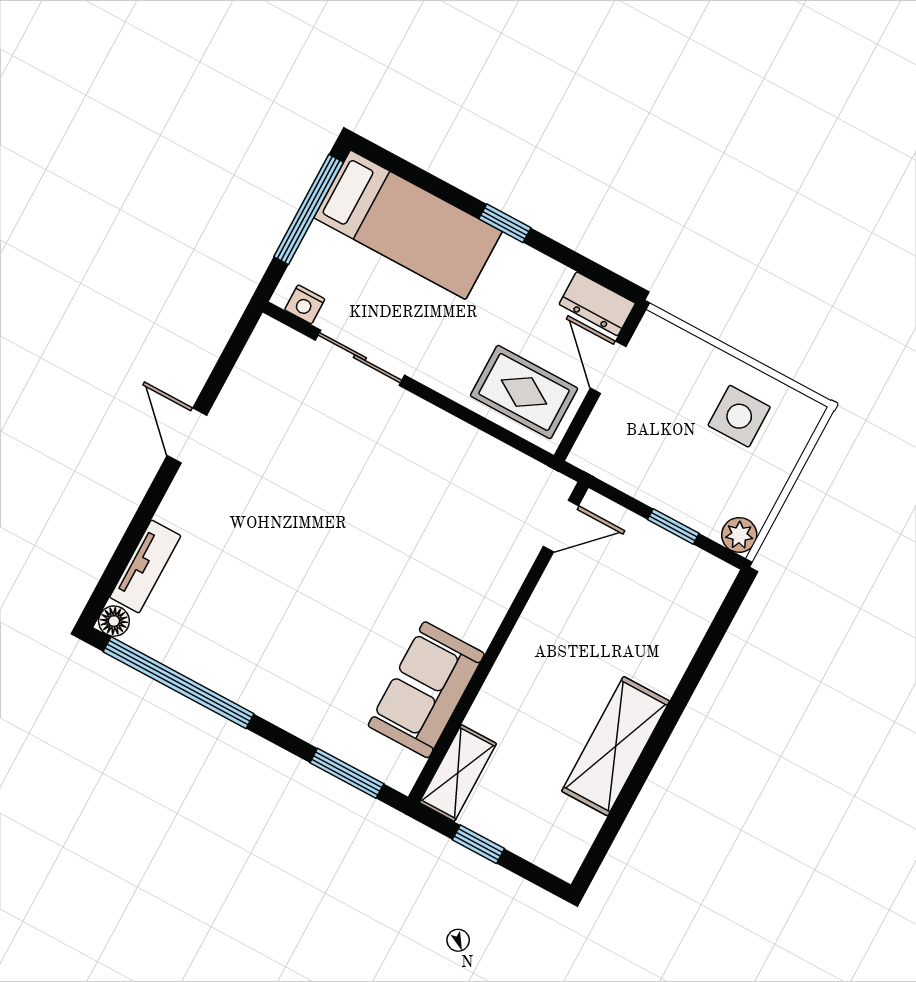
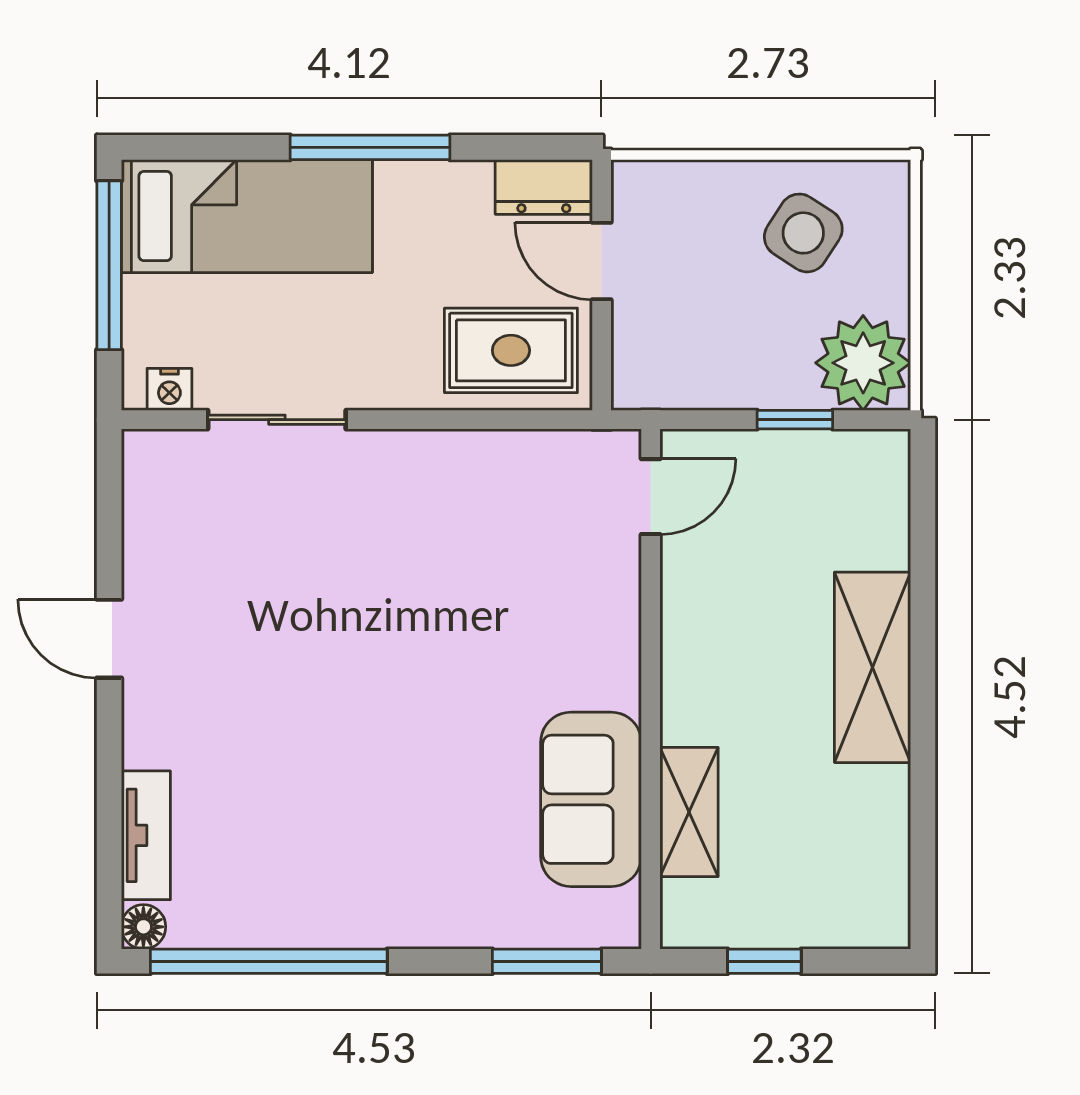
window: (505, 223) -> (370, 147), width x2.17
side table: (739, 416) -> (803, 233), turned 33
plant: (739, 535) -> (863, 363), width x1.87, depth x1.87
shelving: (616, 746) -> (873, 667), moved
shelving: (458, 773) -> (689, 812), moved

